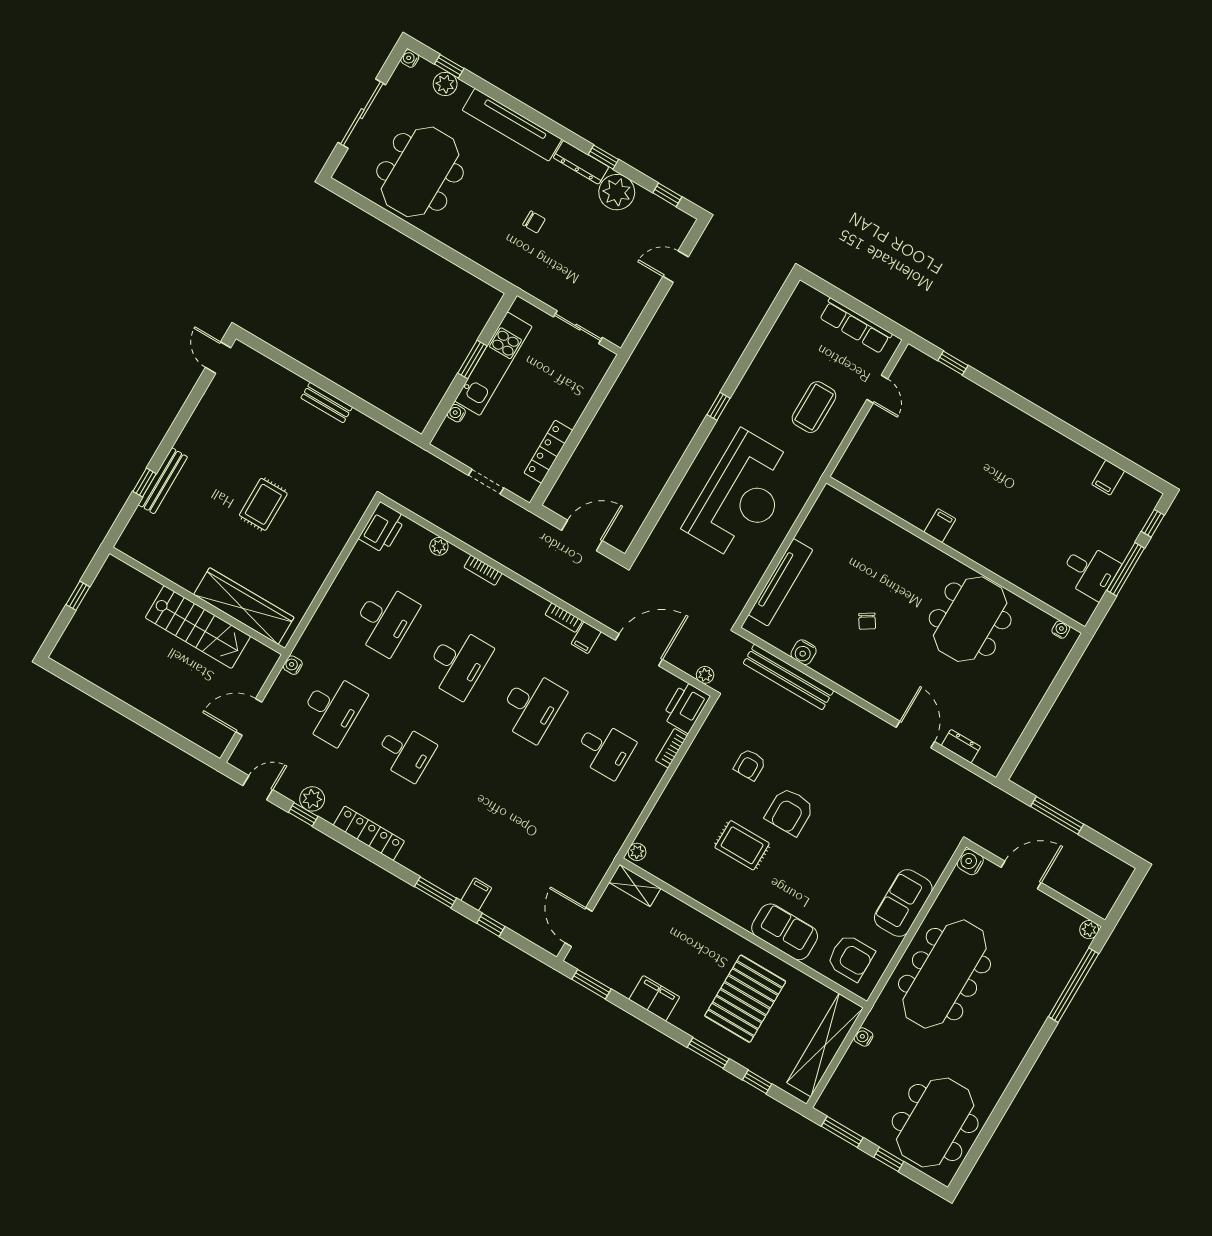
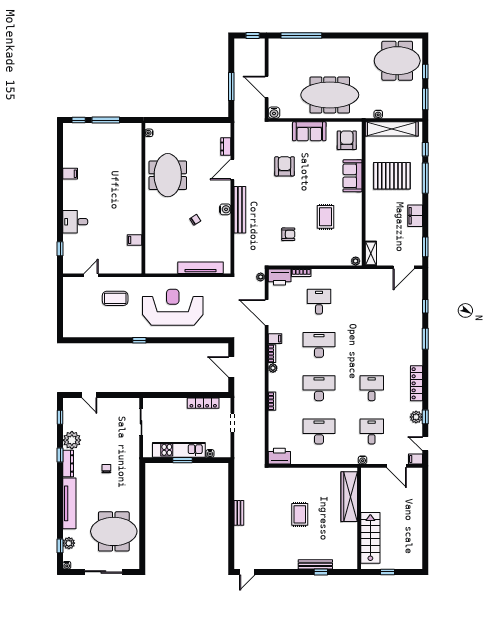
row of seats: (856, 326) -> (69, 301), removed
filing cabinet: (1108, 478) -> (70, 174), moved
rug: (263, 504) -> (300, 514), turned 90
filing cabinet: (940, 526) -> (135, 240), moved
plant: (439, 546) -> (273, 368), moved
desk: (1090, 571) -> (75, 222), moved, turned -90
meeting table: (970, 619) -> (168, 175), turned 90
stairs: (198, 627) -> (370, 538), moved
water cooler: (804, 652) -> (225, 209), moved
bench: (788, 677) -> (240, 210), moved
desk: (332, 709) -> (372, 432), width x0.73
armchair: (790, 812) -> (285, 166), moved, turned -90
filing cabinet: (476, 894) -> (416, 459), moved
window: (1122, 903) -> (253, 36), added
plant: (1089, 930) -> (273, 43), removed
window: (708, 1053) -> (425, 178), width x1.44

